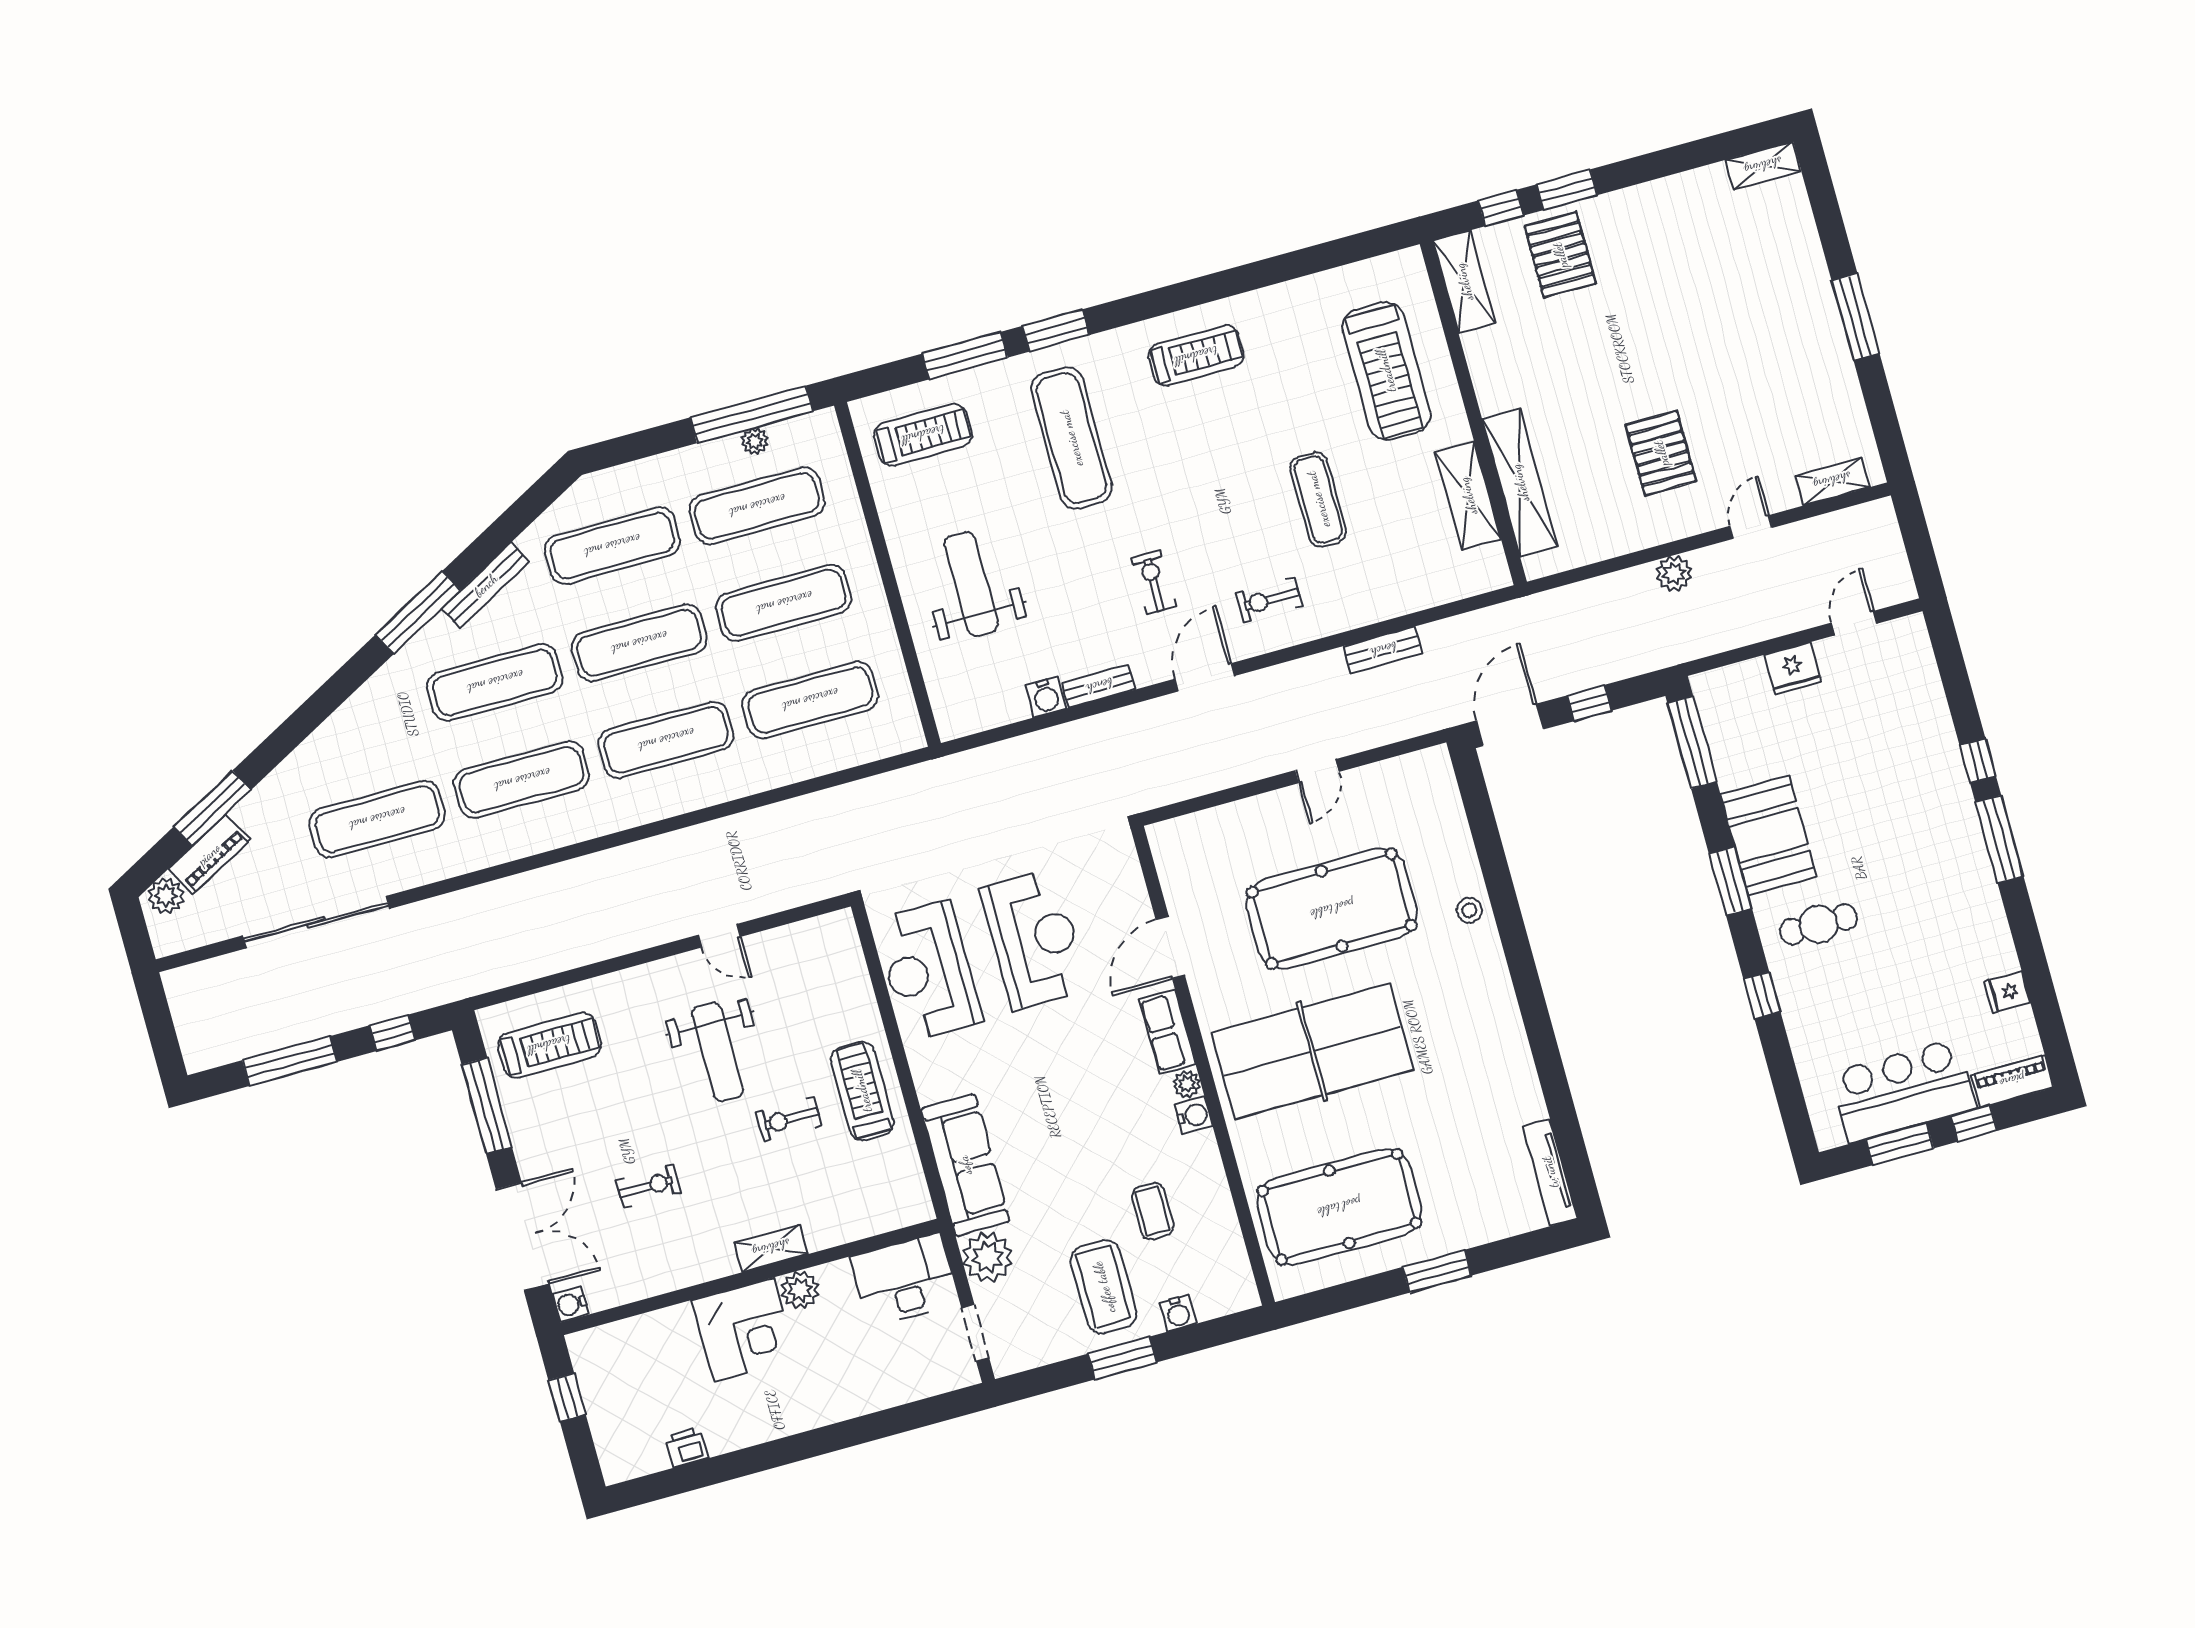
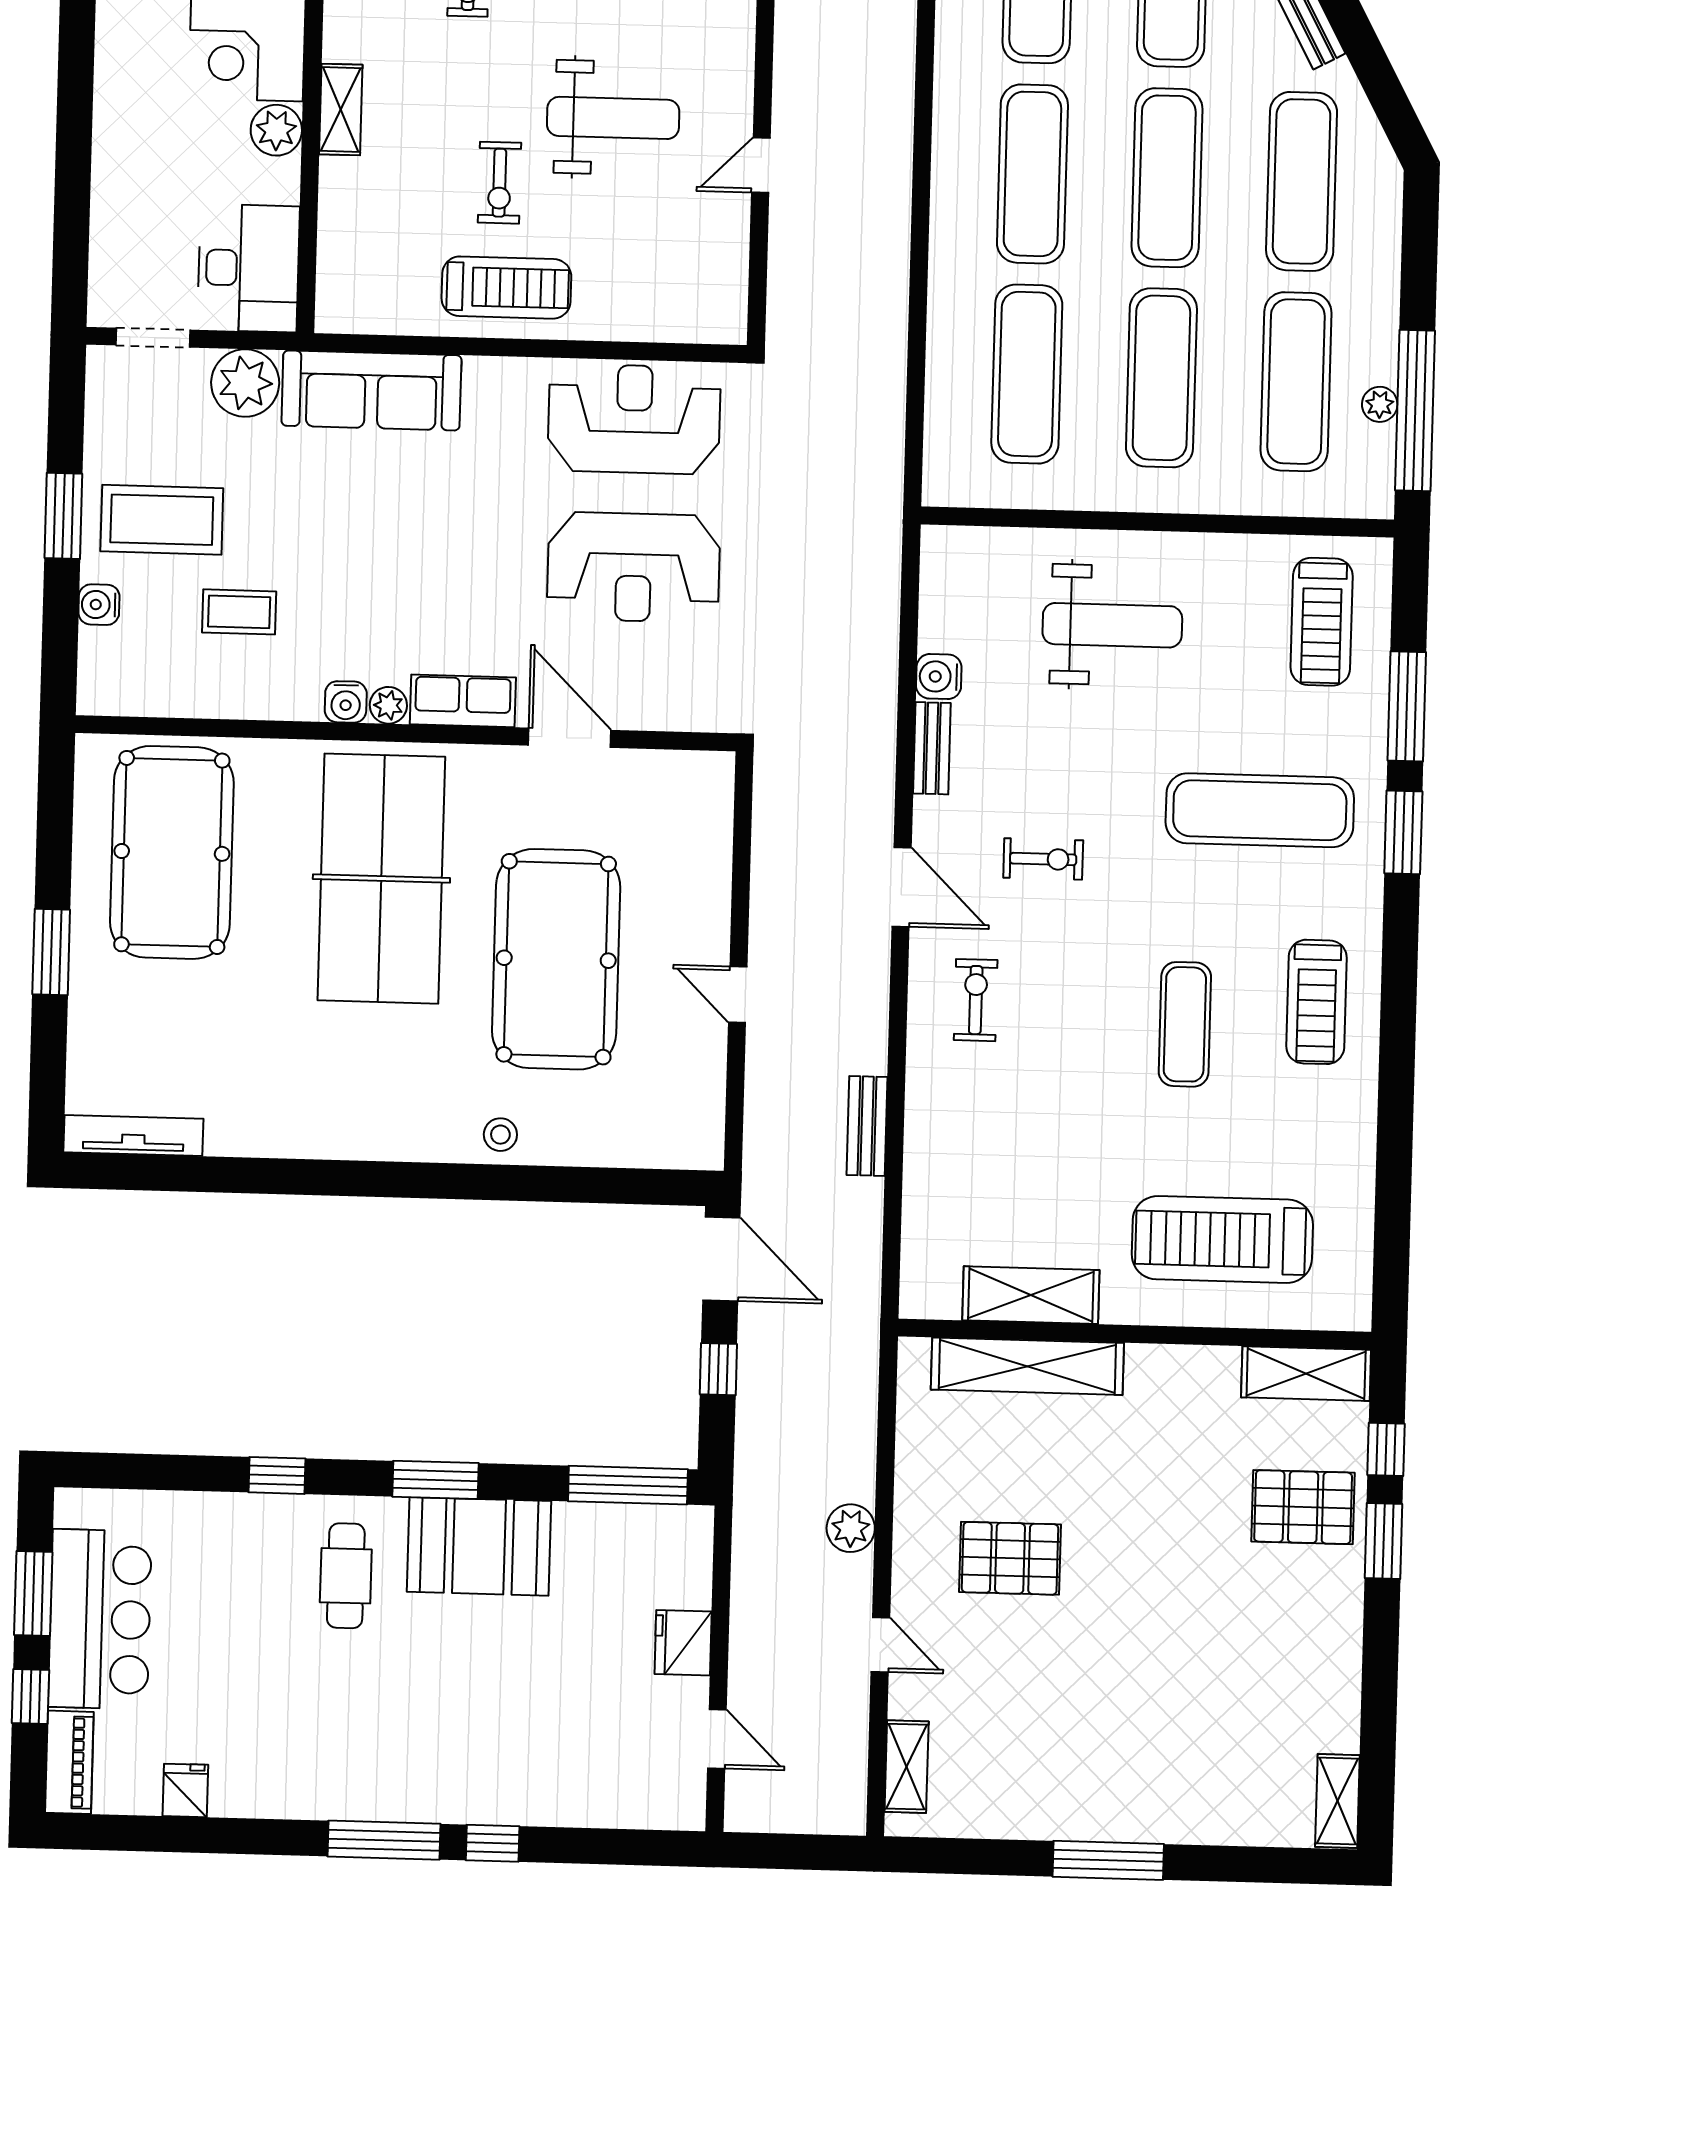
exercise mat: (1318, 499) -> (1185, 1024), moved, turned 90
weight bench: (718, 1052) -> (613, 118), turned 180
exercise bike: (789, 1119) -> (499, 183), turned 180

